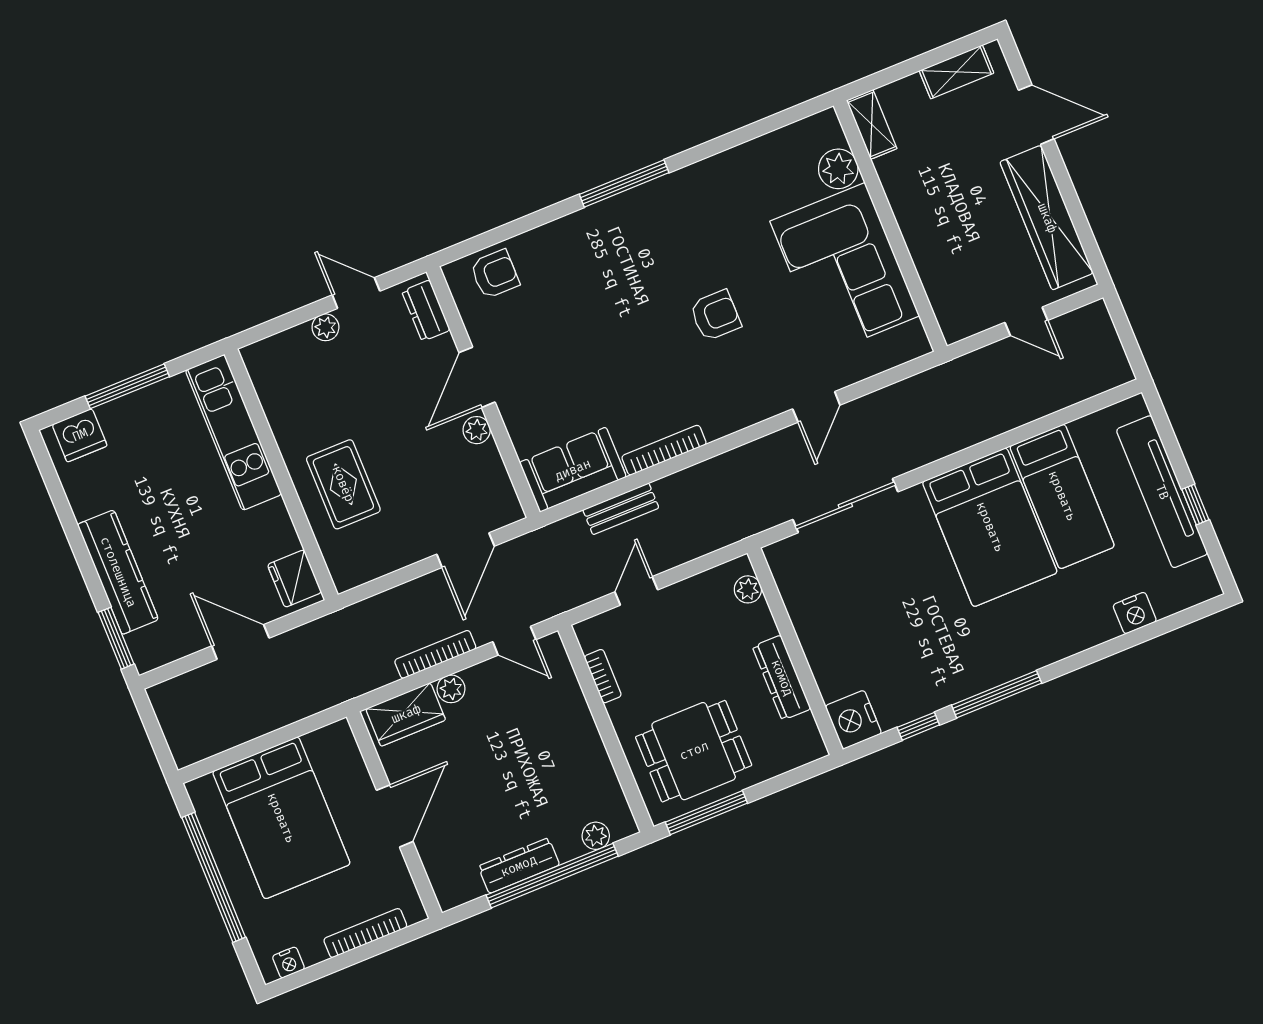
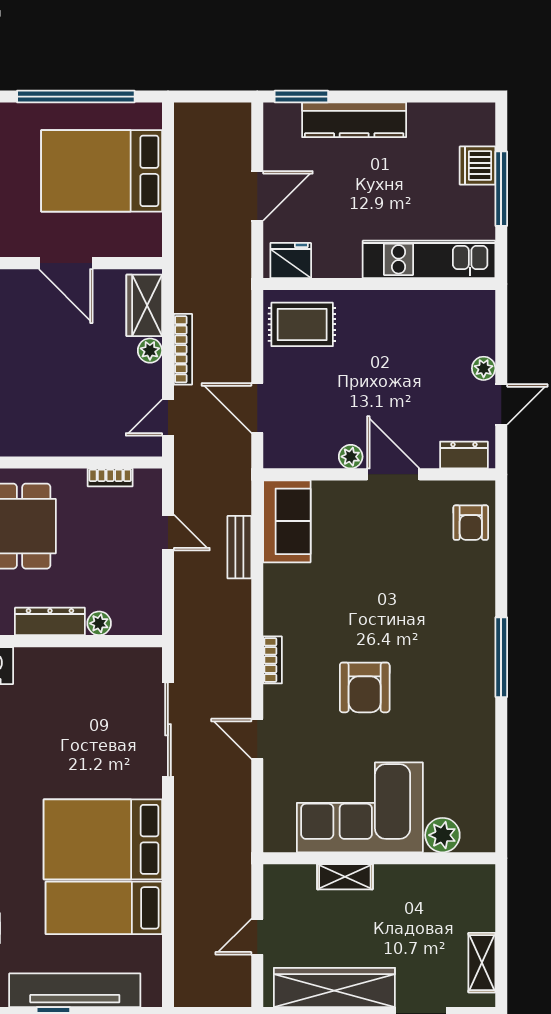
shelving: (872, 124) -> (345, 877), moved
armchair: (715, 315) -> (365, 687), width x1.38, depth x1.38
dishwasher: (80, 435) -> (477, 165), moved
bookcase: (664, 450) -> (273, 660), moved, width x0.64
rug: (343, 484) -> (302, 324), moved
plant: (748, 589) -> (99, 623), moved

